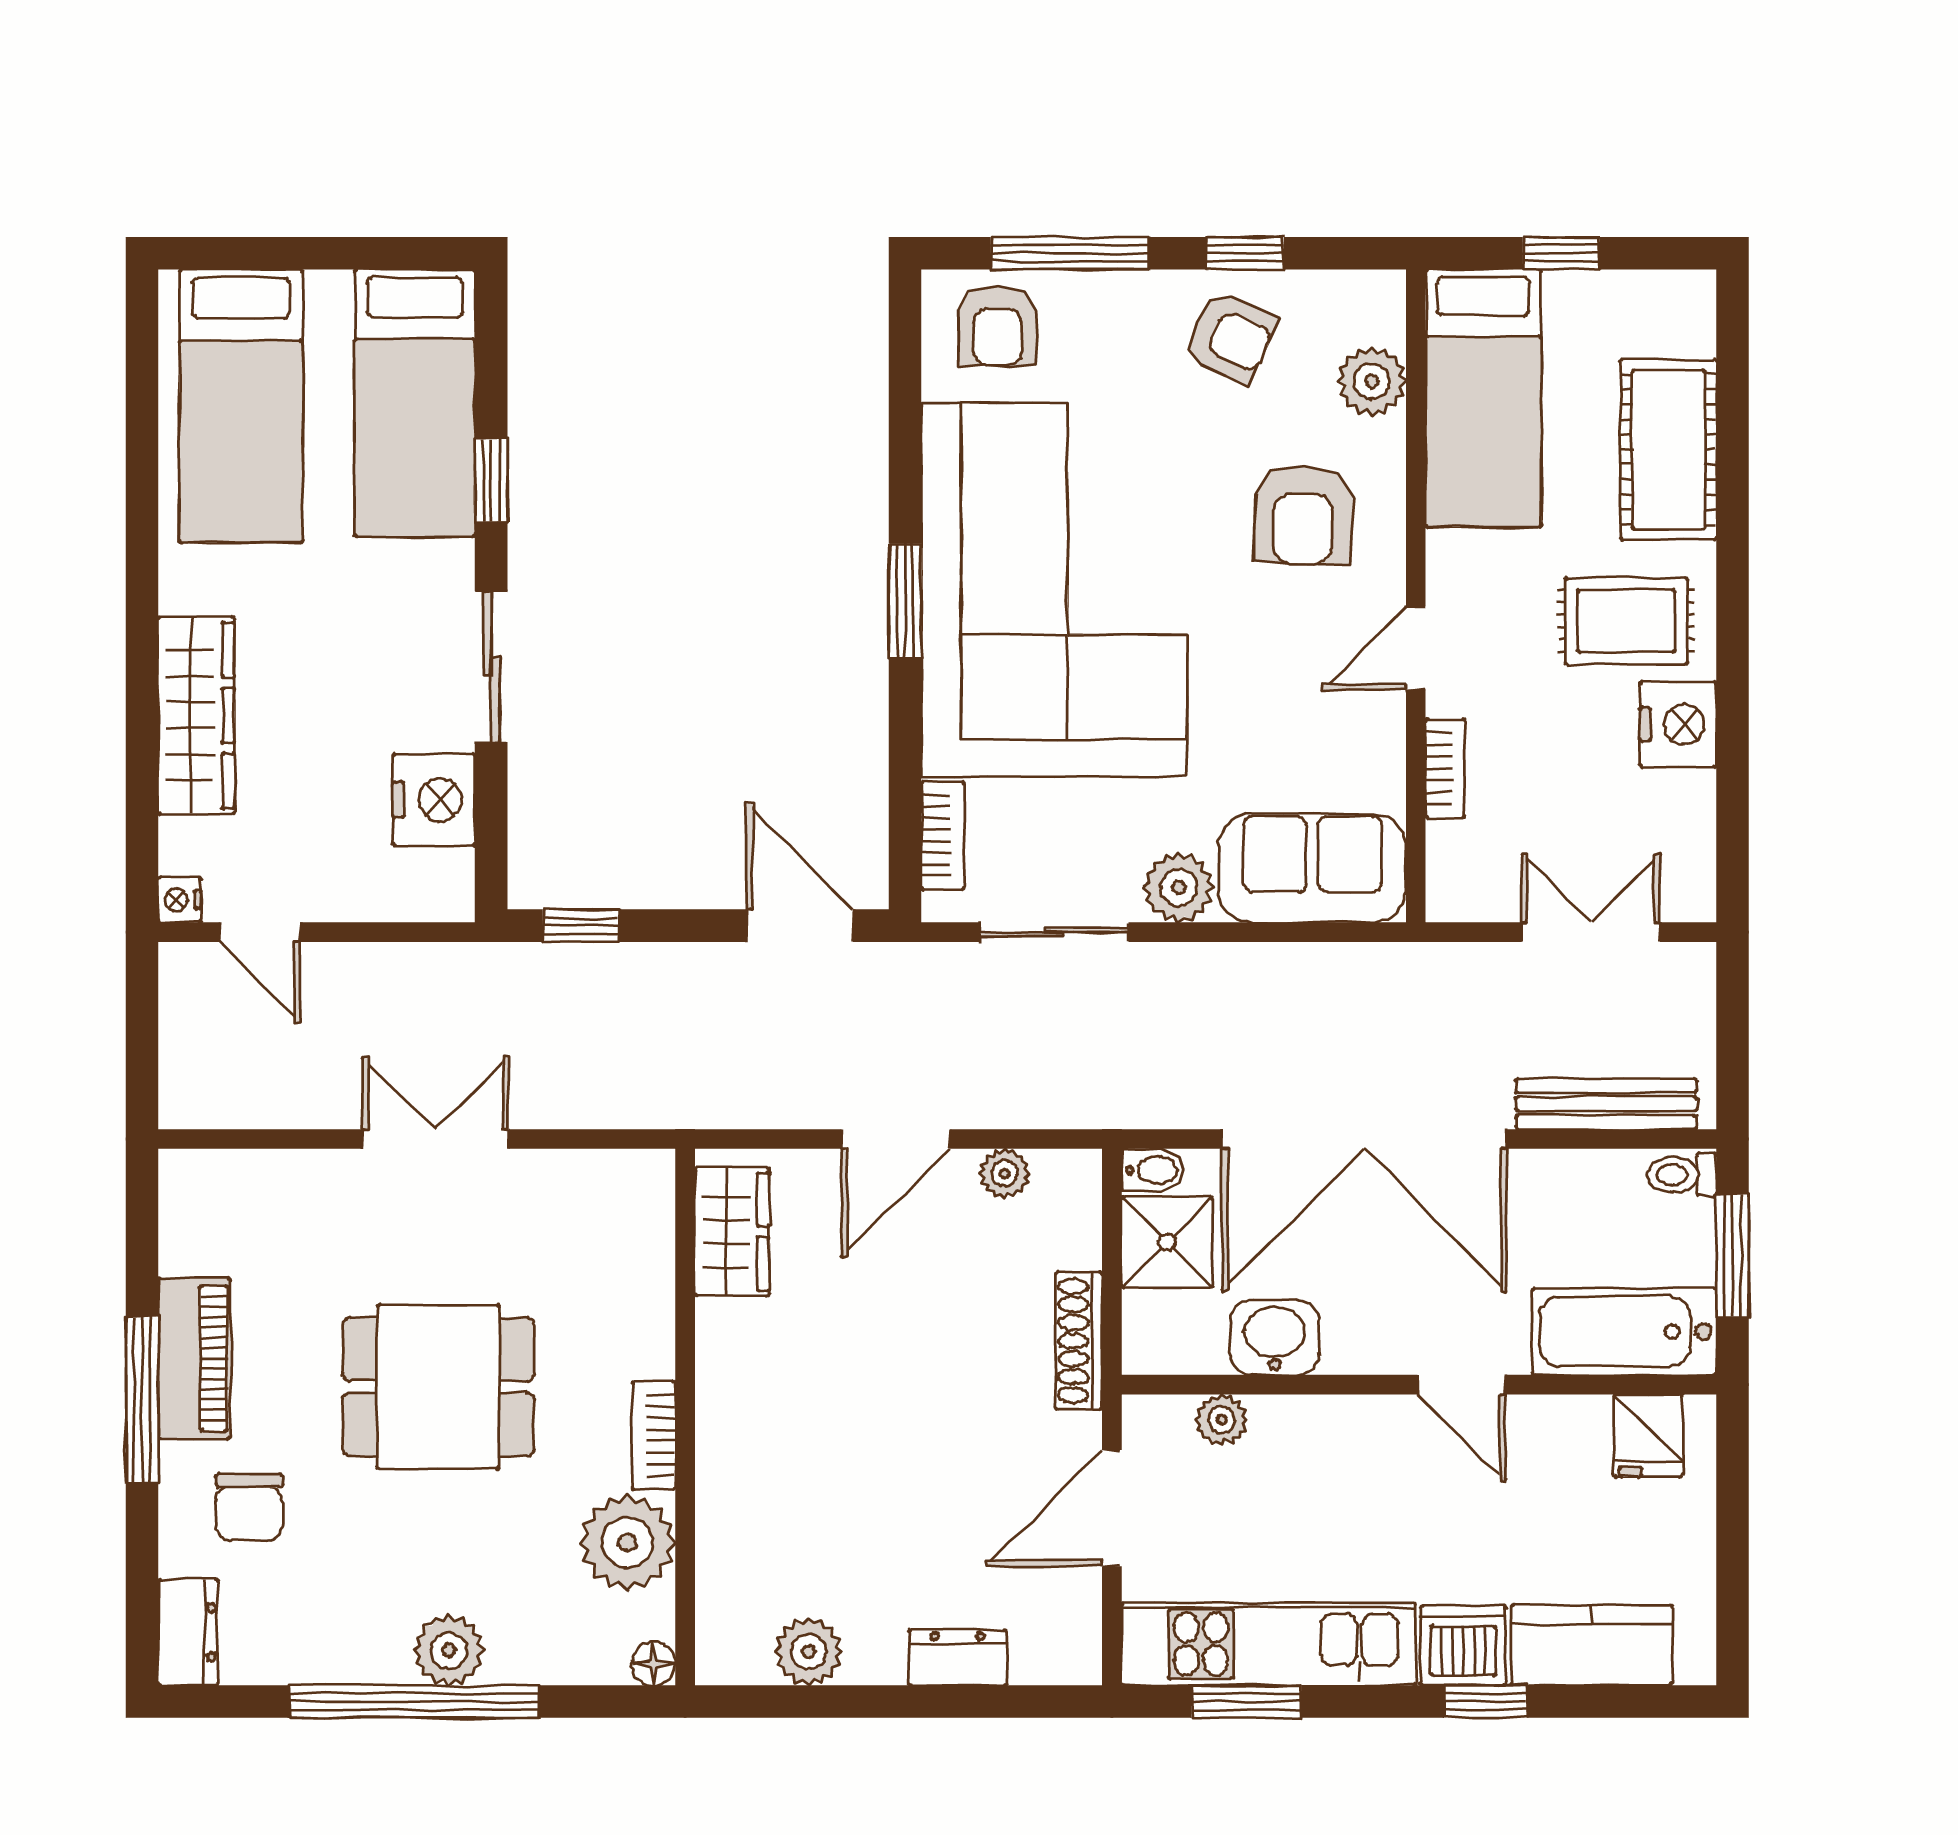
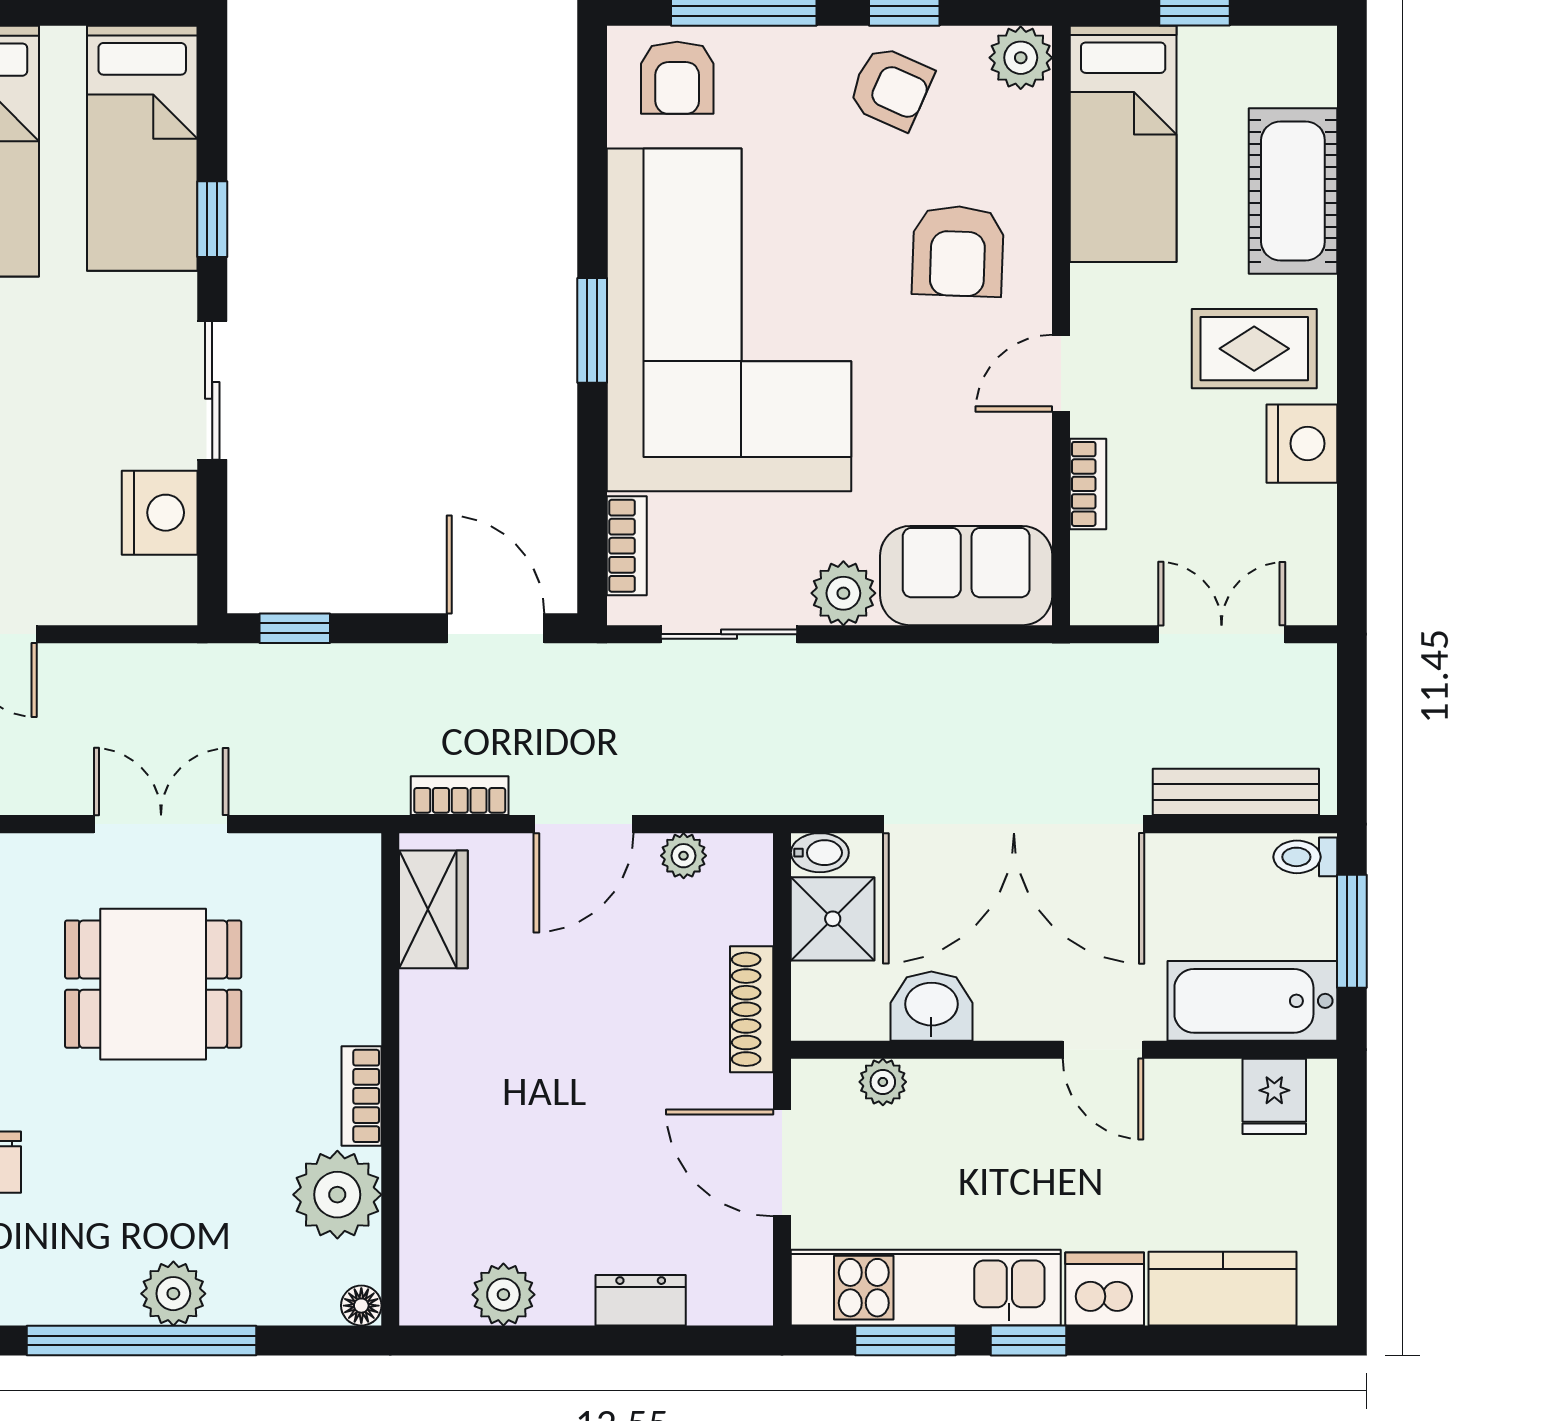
plant: (1372, 381) -> (1021, 58), moved
bookcase: (761, 1108) -> (460, 796), added
dining table: (438, 1387) -> (153, 984), moved
door: (1112, 1508) -> (782, 1163), hinge flipped
window: (1485, 1702) -> (1028, 1341), moved

